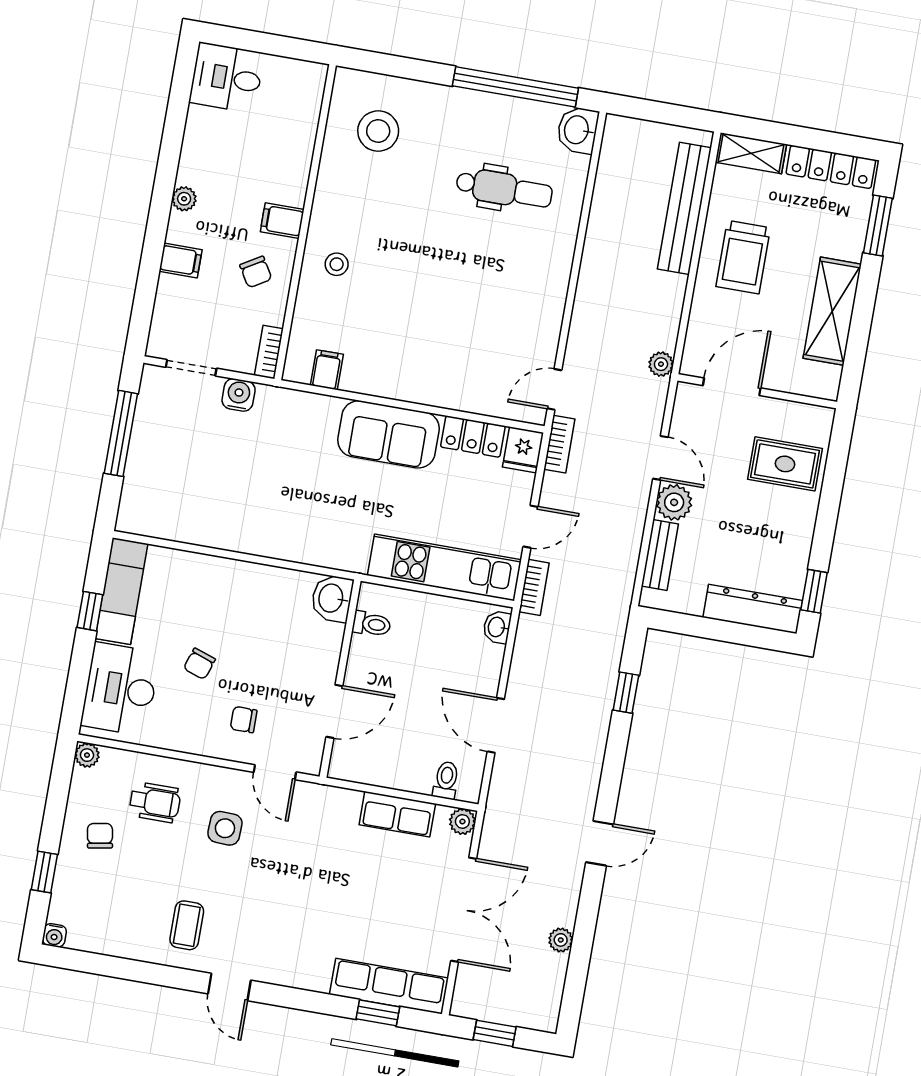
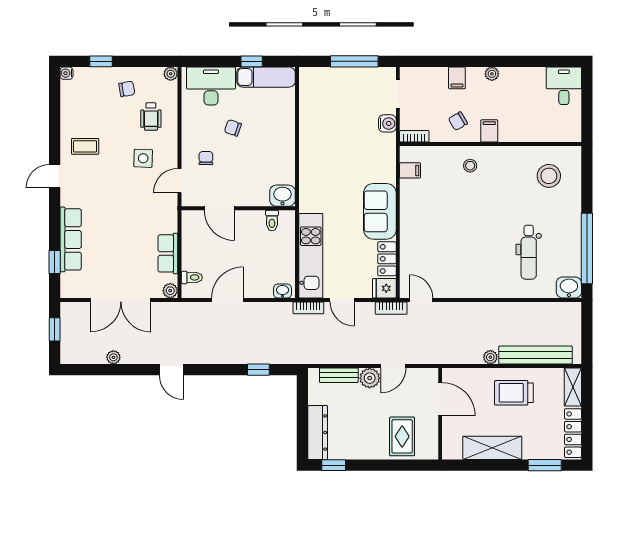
plant: (661, 364) -> (490, 357), moved
row of seats: (389, 986) -> (71, 239), moved

